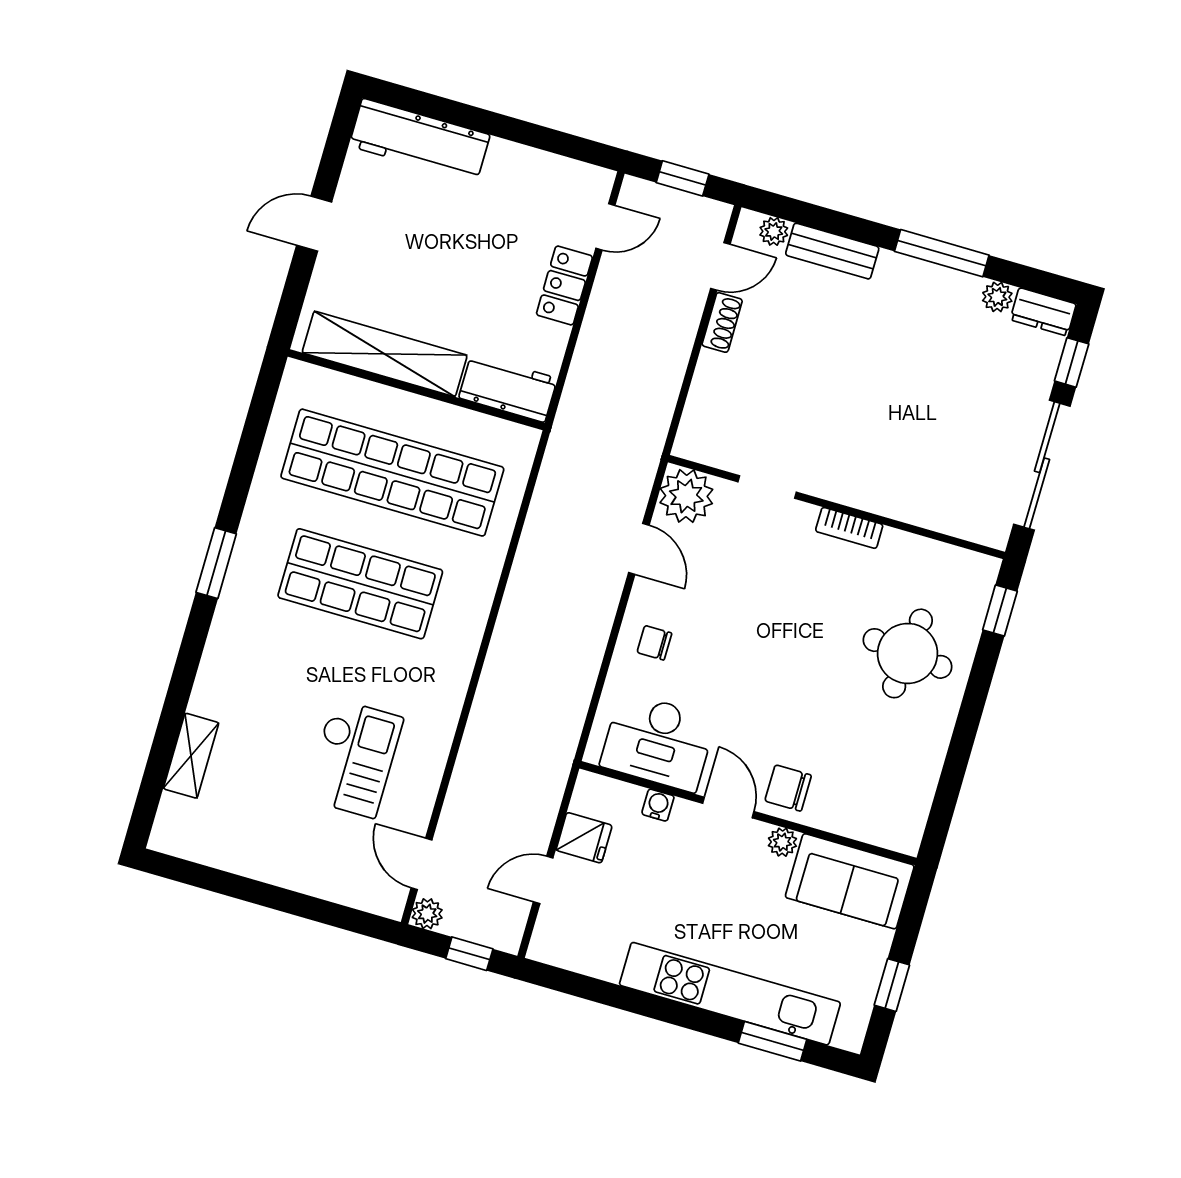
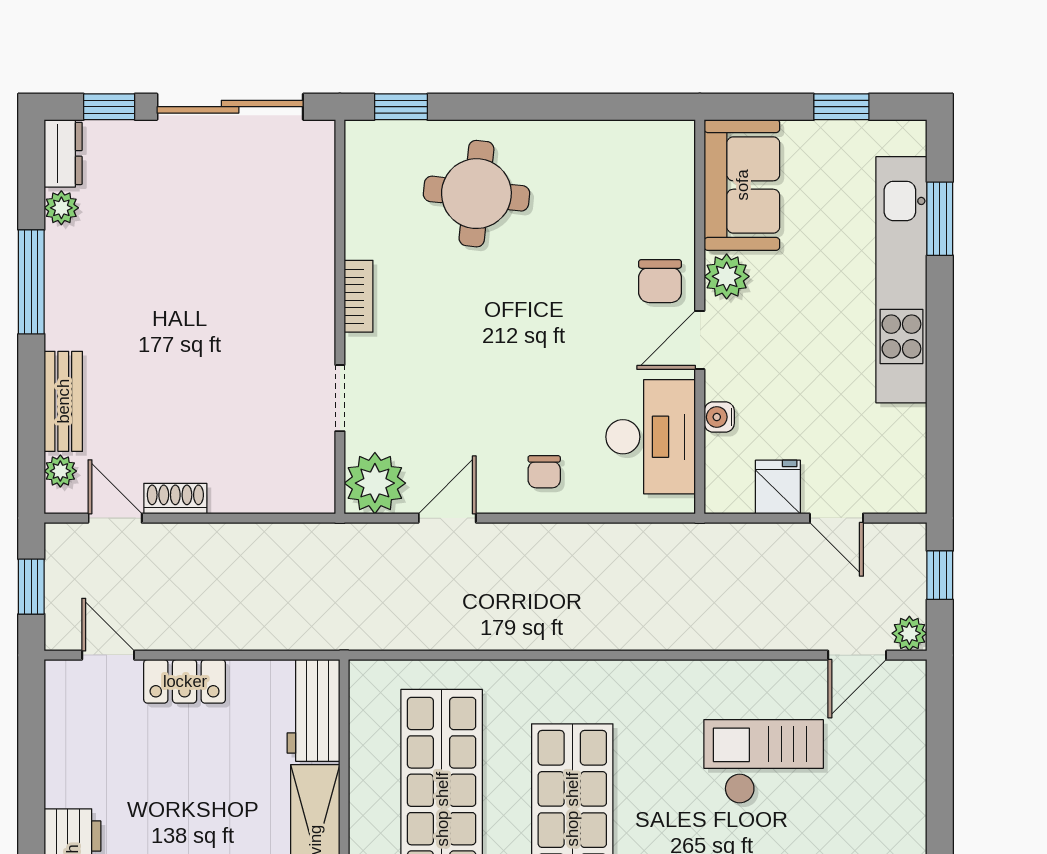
plant: (782, 842) -> (727, 276), width x1.38, depth x1.38

